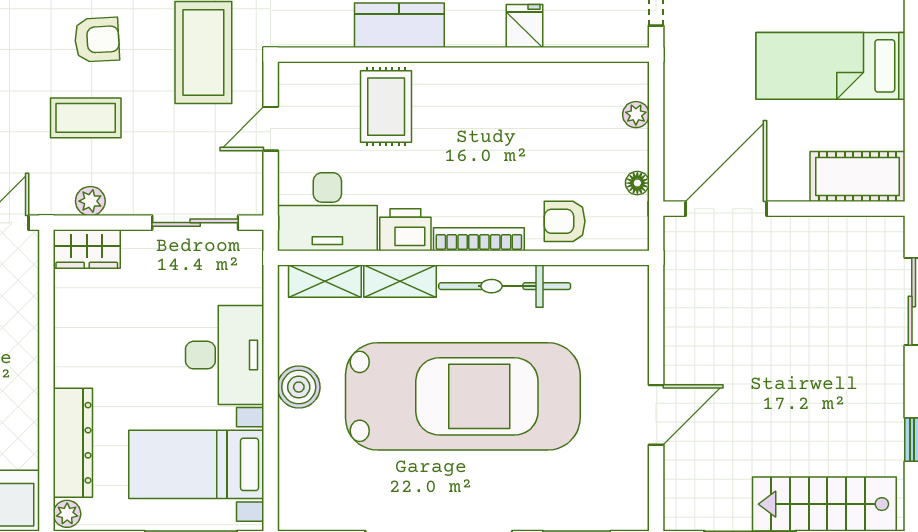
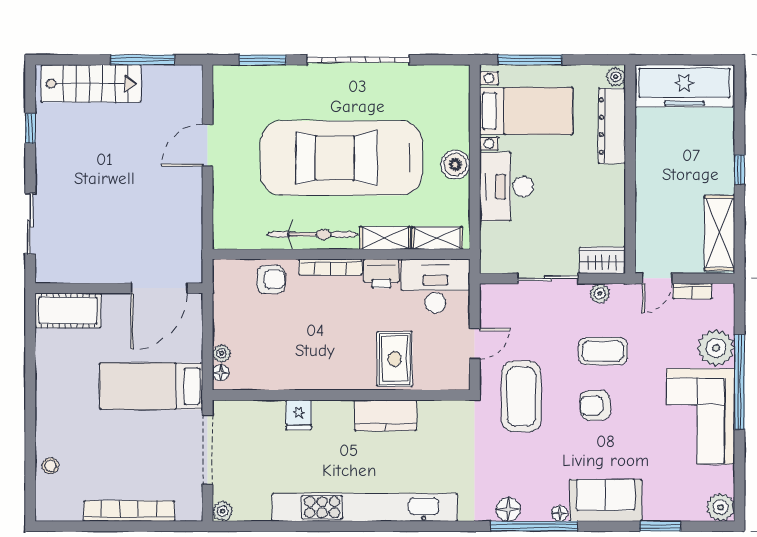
bed: (831, 66) -> (151, 386), moved, turned 180
floor lamp: (637, 183) -> (221, 373), moved
sliding door: (195, 223) -> (548, 278), moved

